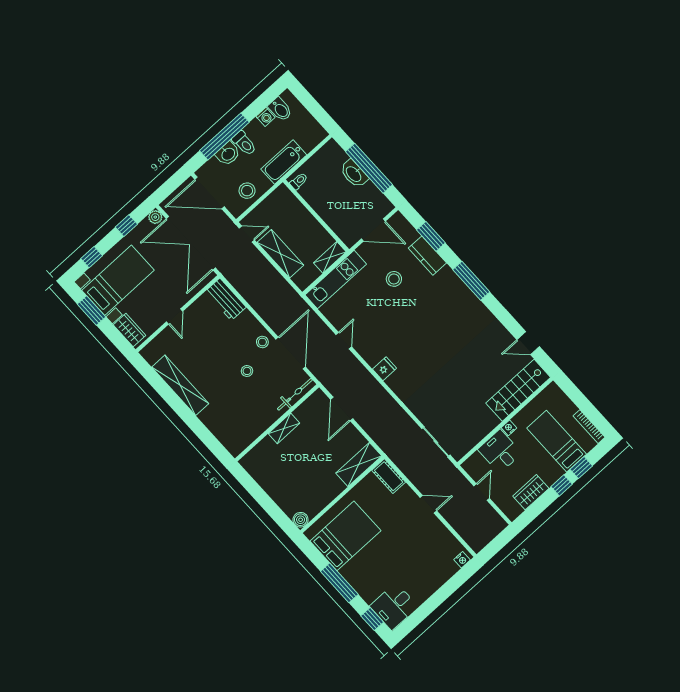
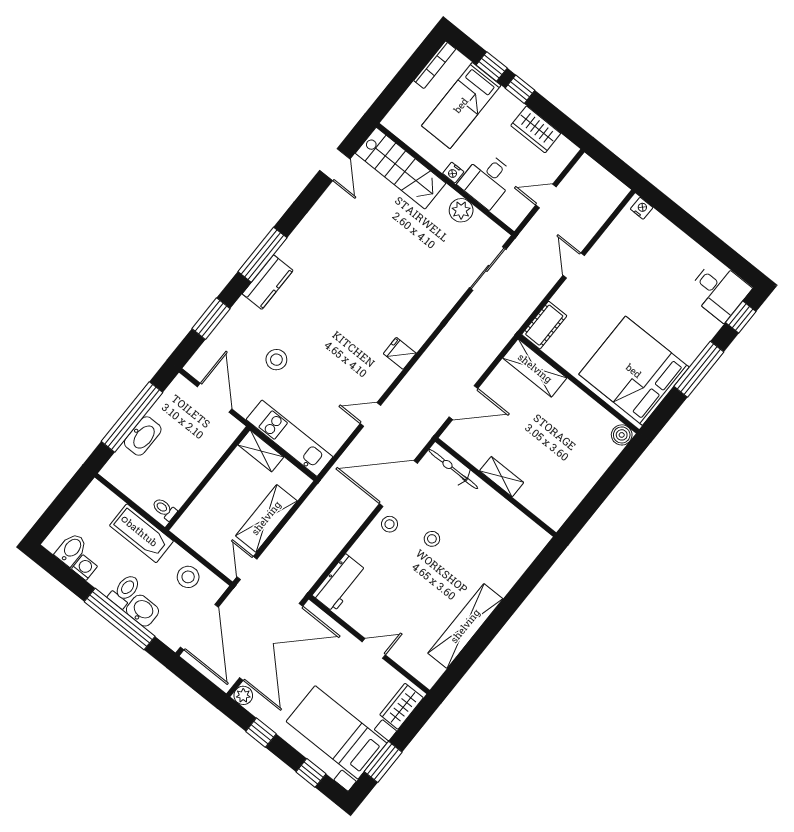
kitchen counter: (427, 256) -> (268, 282), moved
plant: (481, 429) -> (461, 210), added
bed: (345, 536) -> (634, 371), width x1.36

